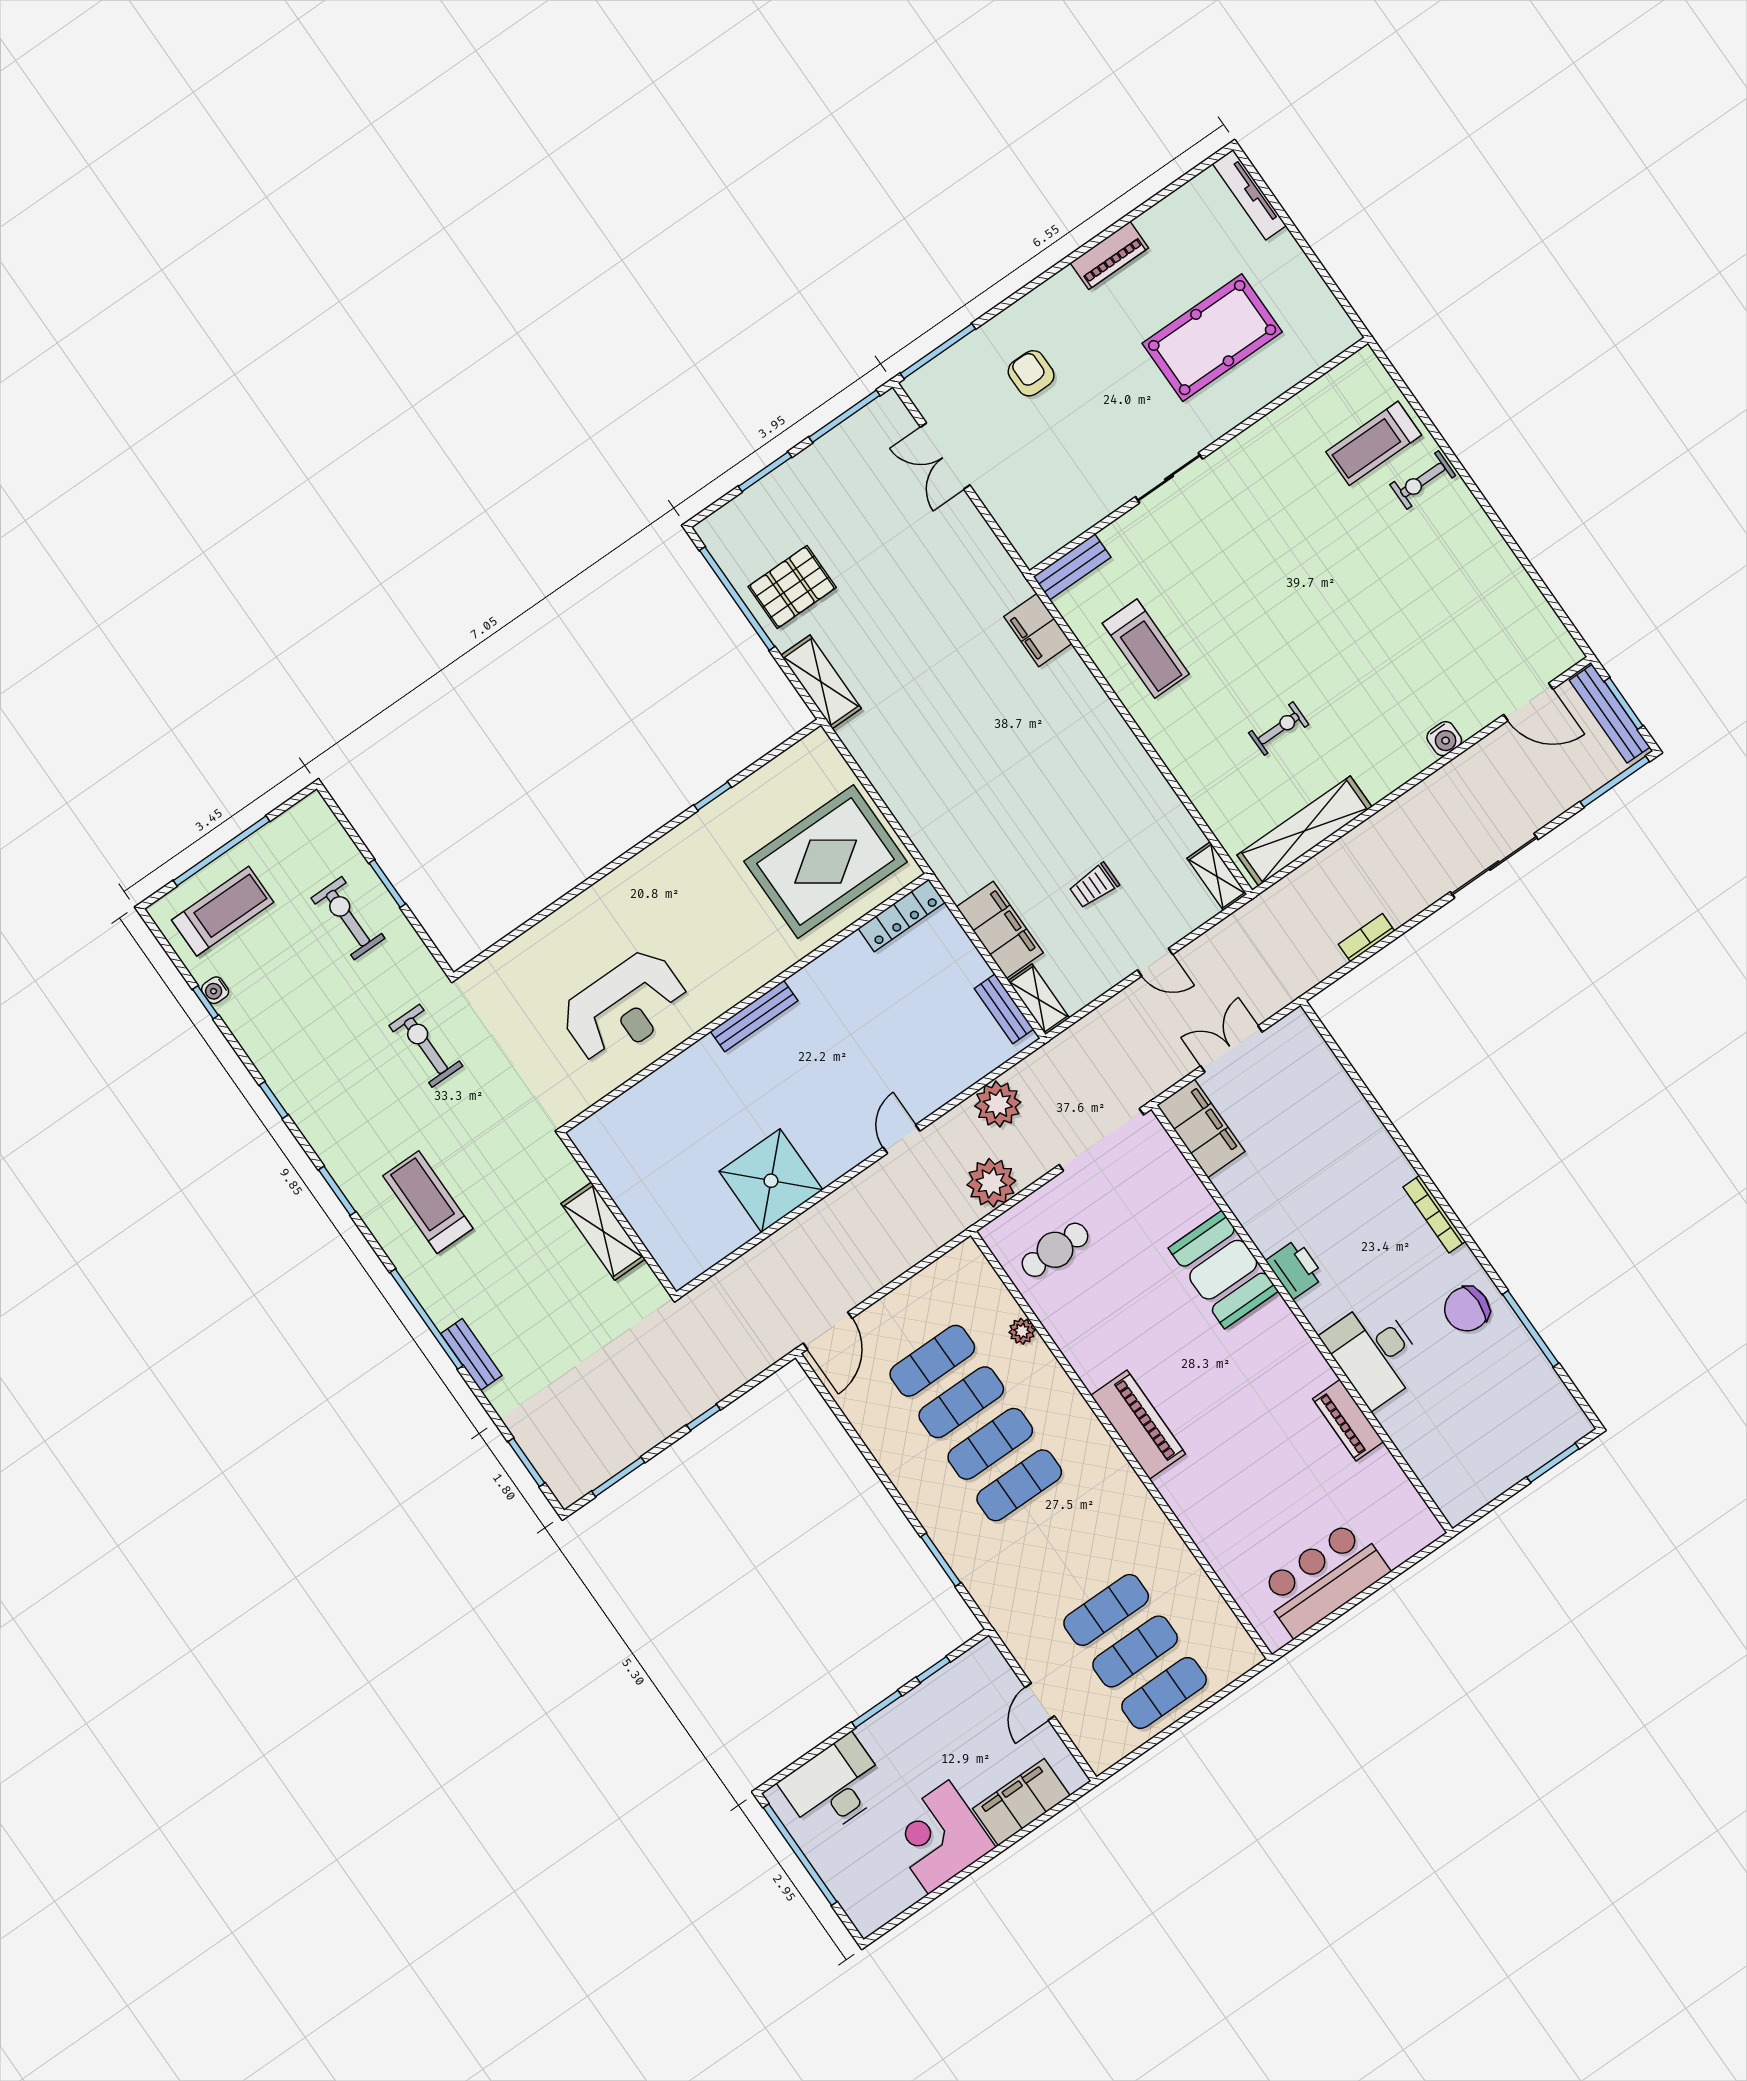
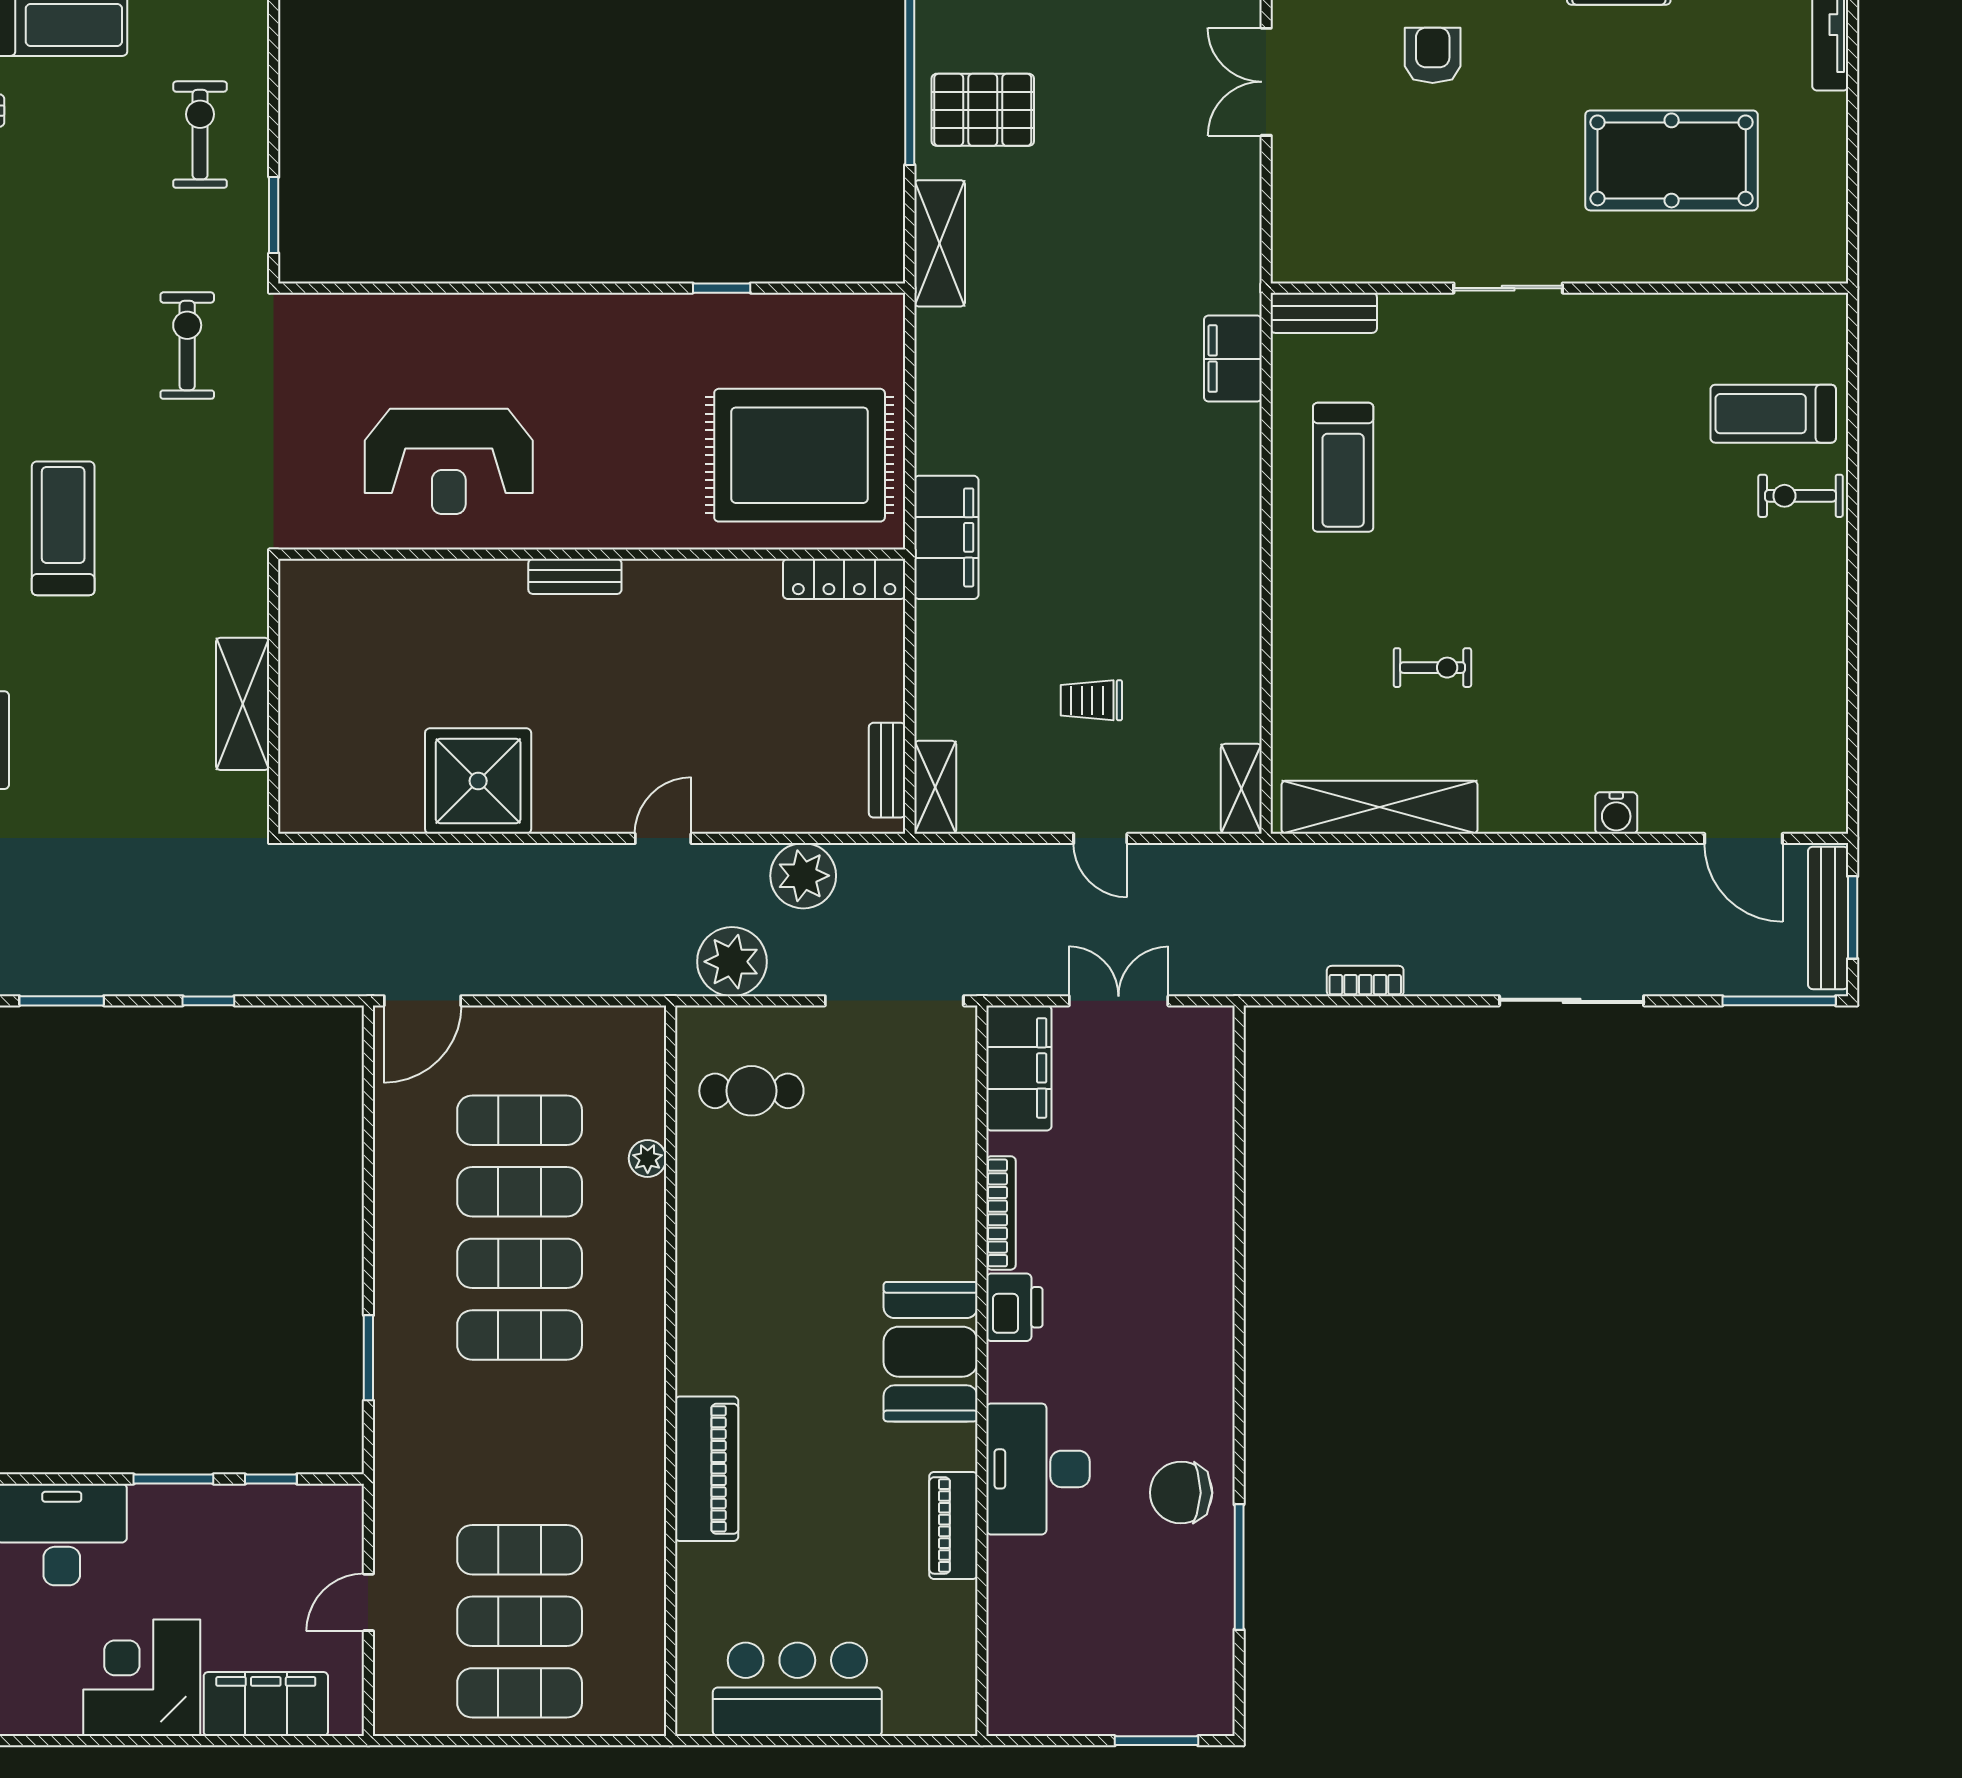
window: (387, 884) -> (274, 215), moved
filing cabinet: (1000, 930) -> (946, 537), moved
bench: (754, 1016) -> (575, 576), width x0.73
bookcase: (1434, 1214) -> (1001, 1213), moved, turned 180
booth: (1223, 1270) -> (931, 1352), moved
piano: (1138, 1425) -> (707, 1469), moved

